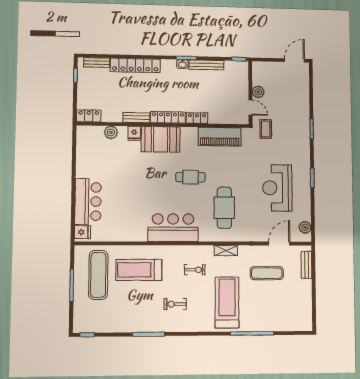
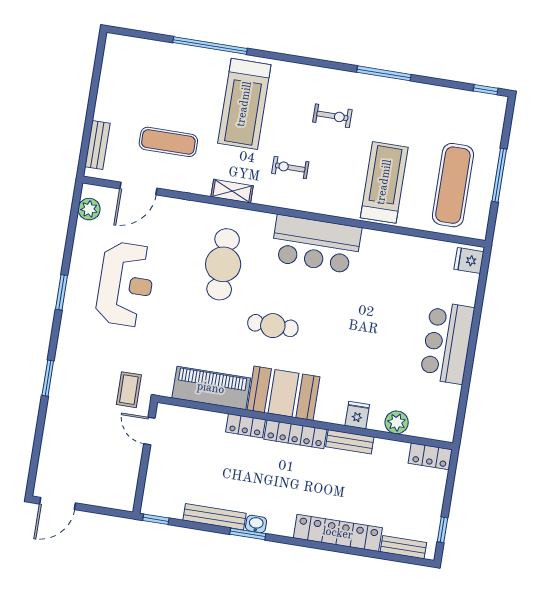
plant: (258, 92) -> (131, 457), removed
booth: (161, 139) -> (284, 393), moved
bar counter: (88, 201) -> (447, 343), moved
treadmill: (139, 270) -> (384, 182), turned -90

